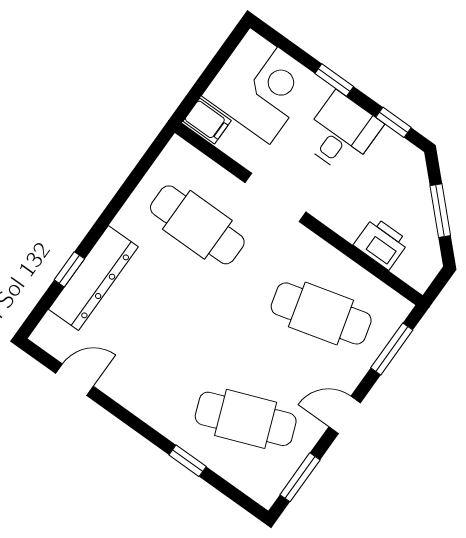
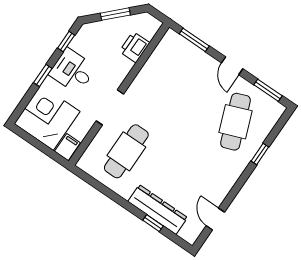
cafe table: (321, 313) -> (175, 80), removed

